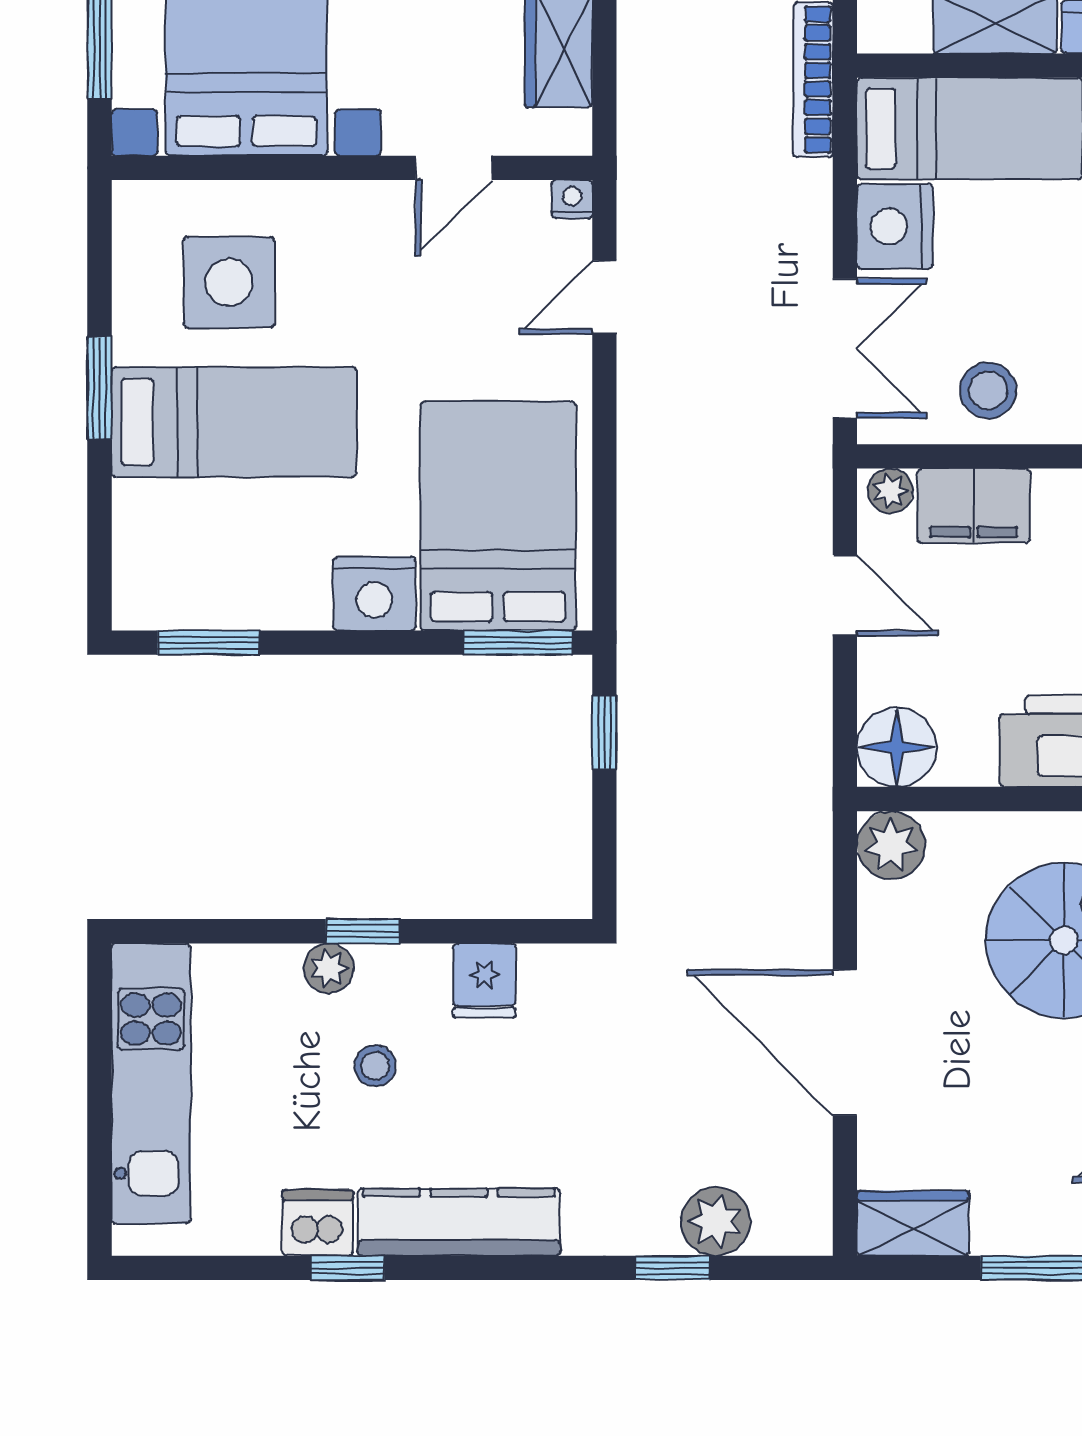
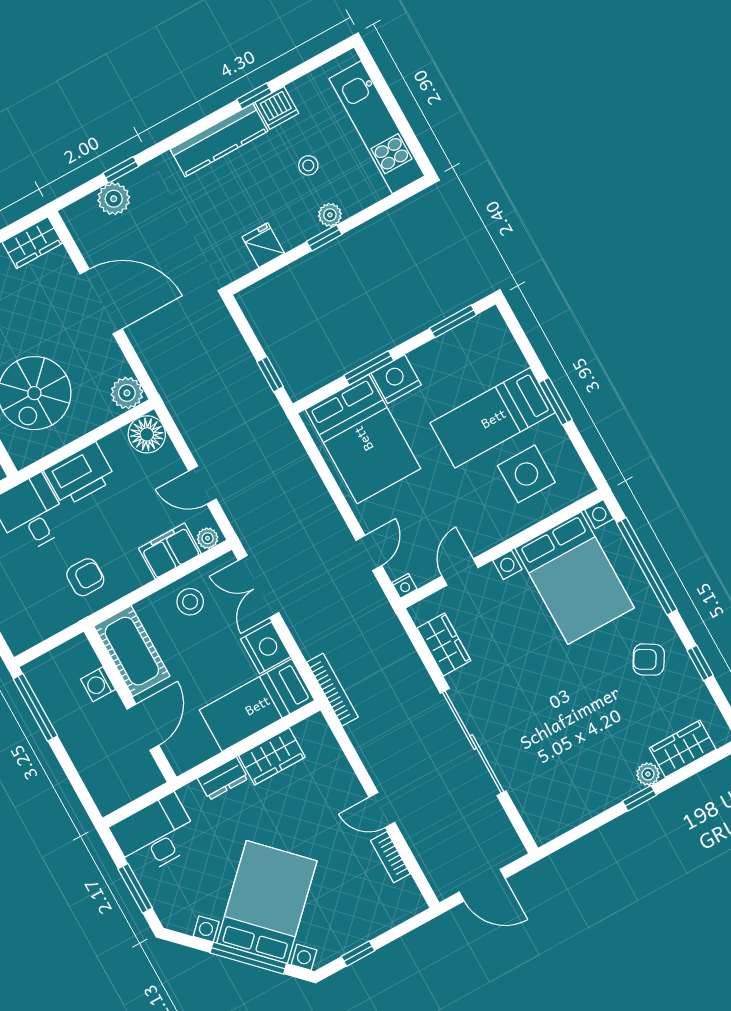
window: (518, 643) -> (369, 368), moved
stool: (375, 1066) -> (308, 165), moved

